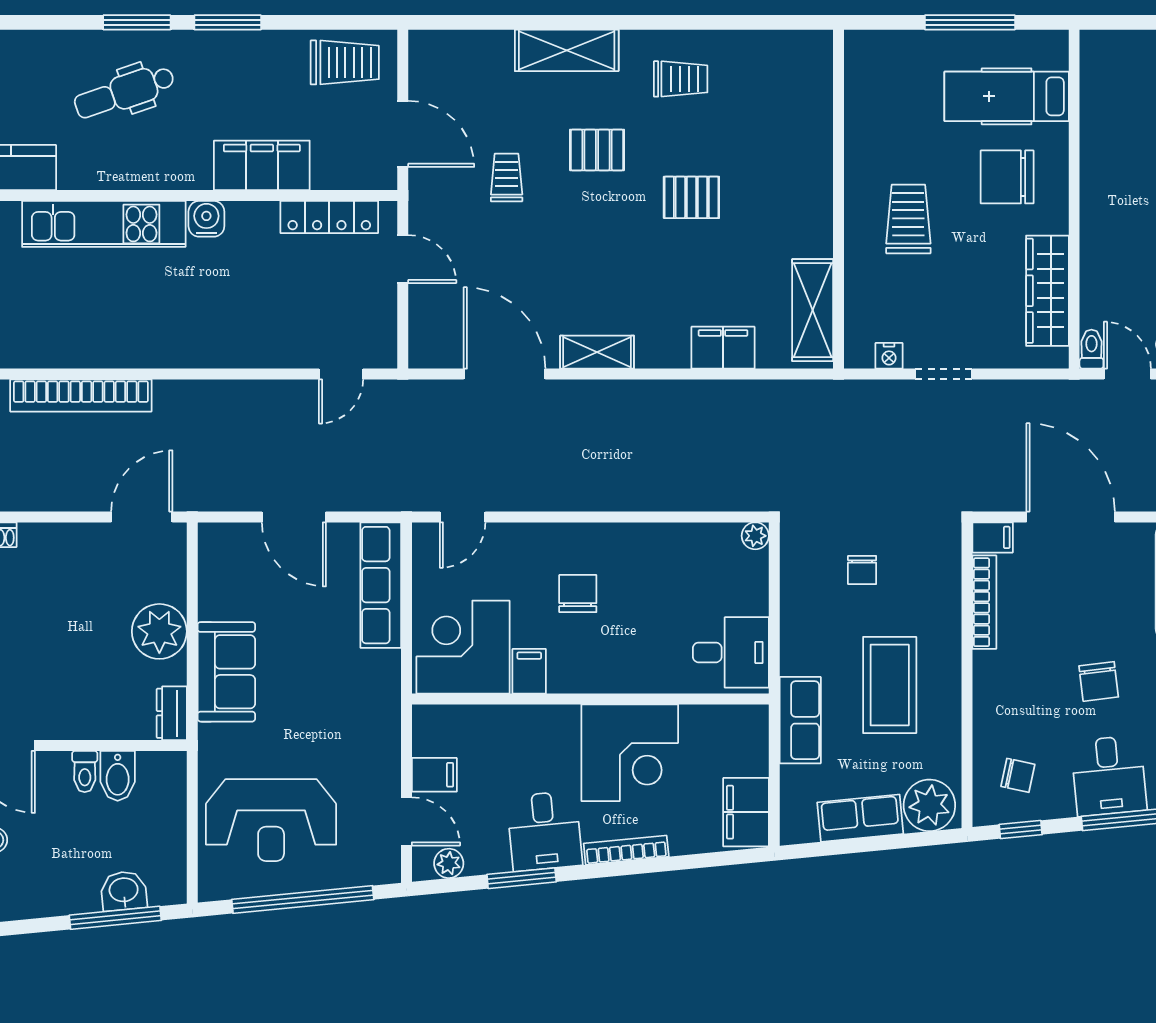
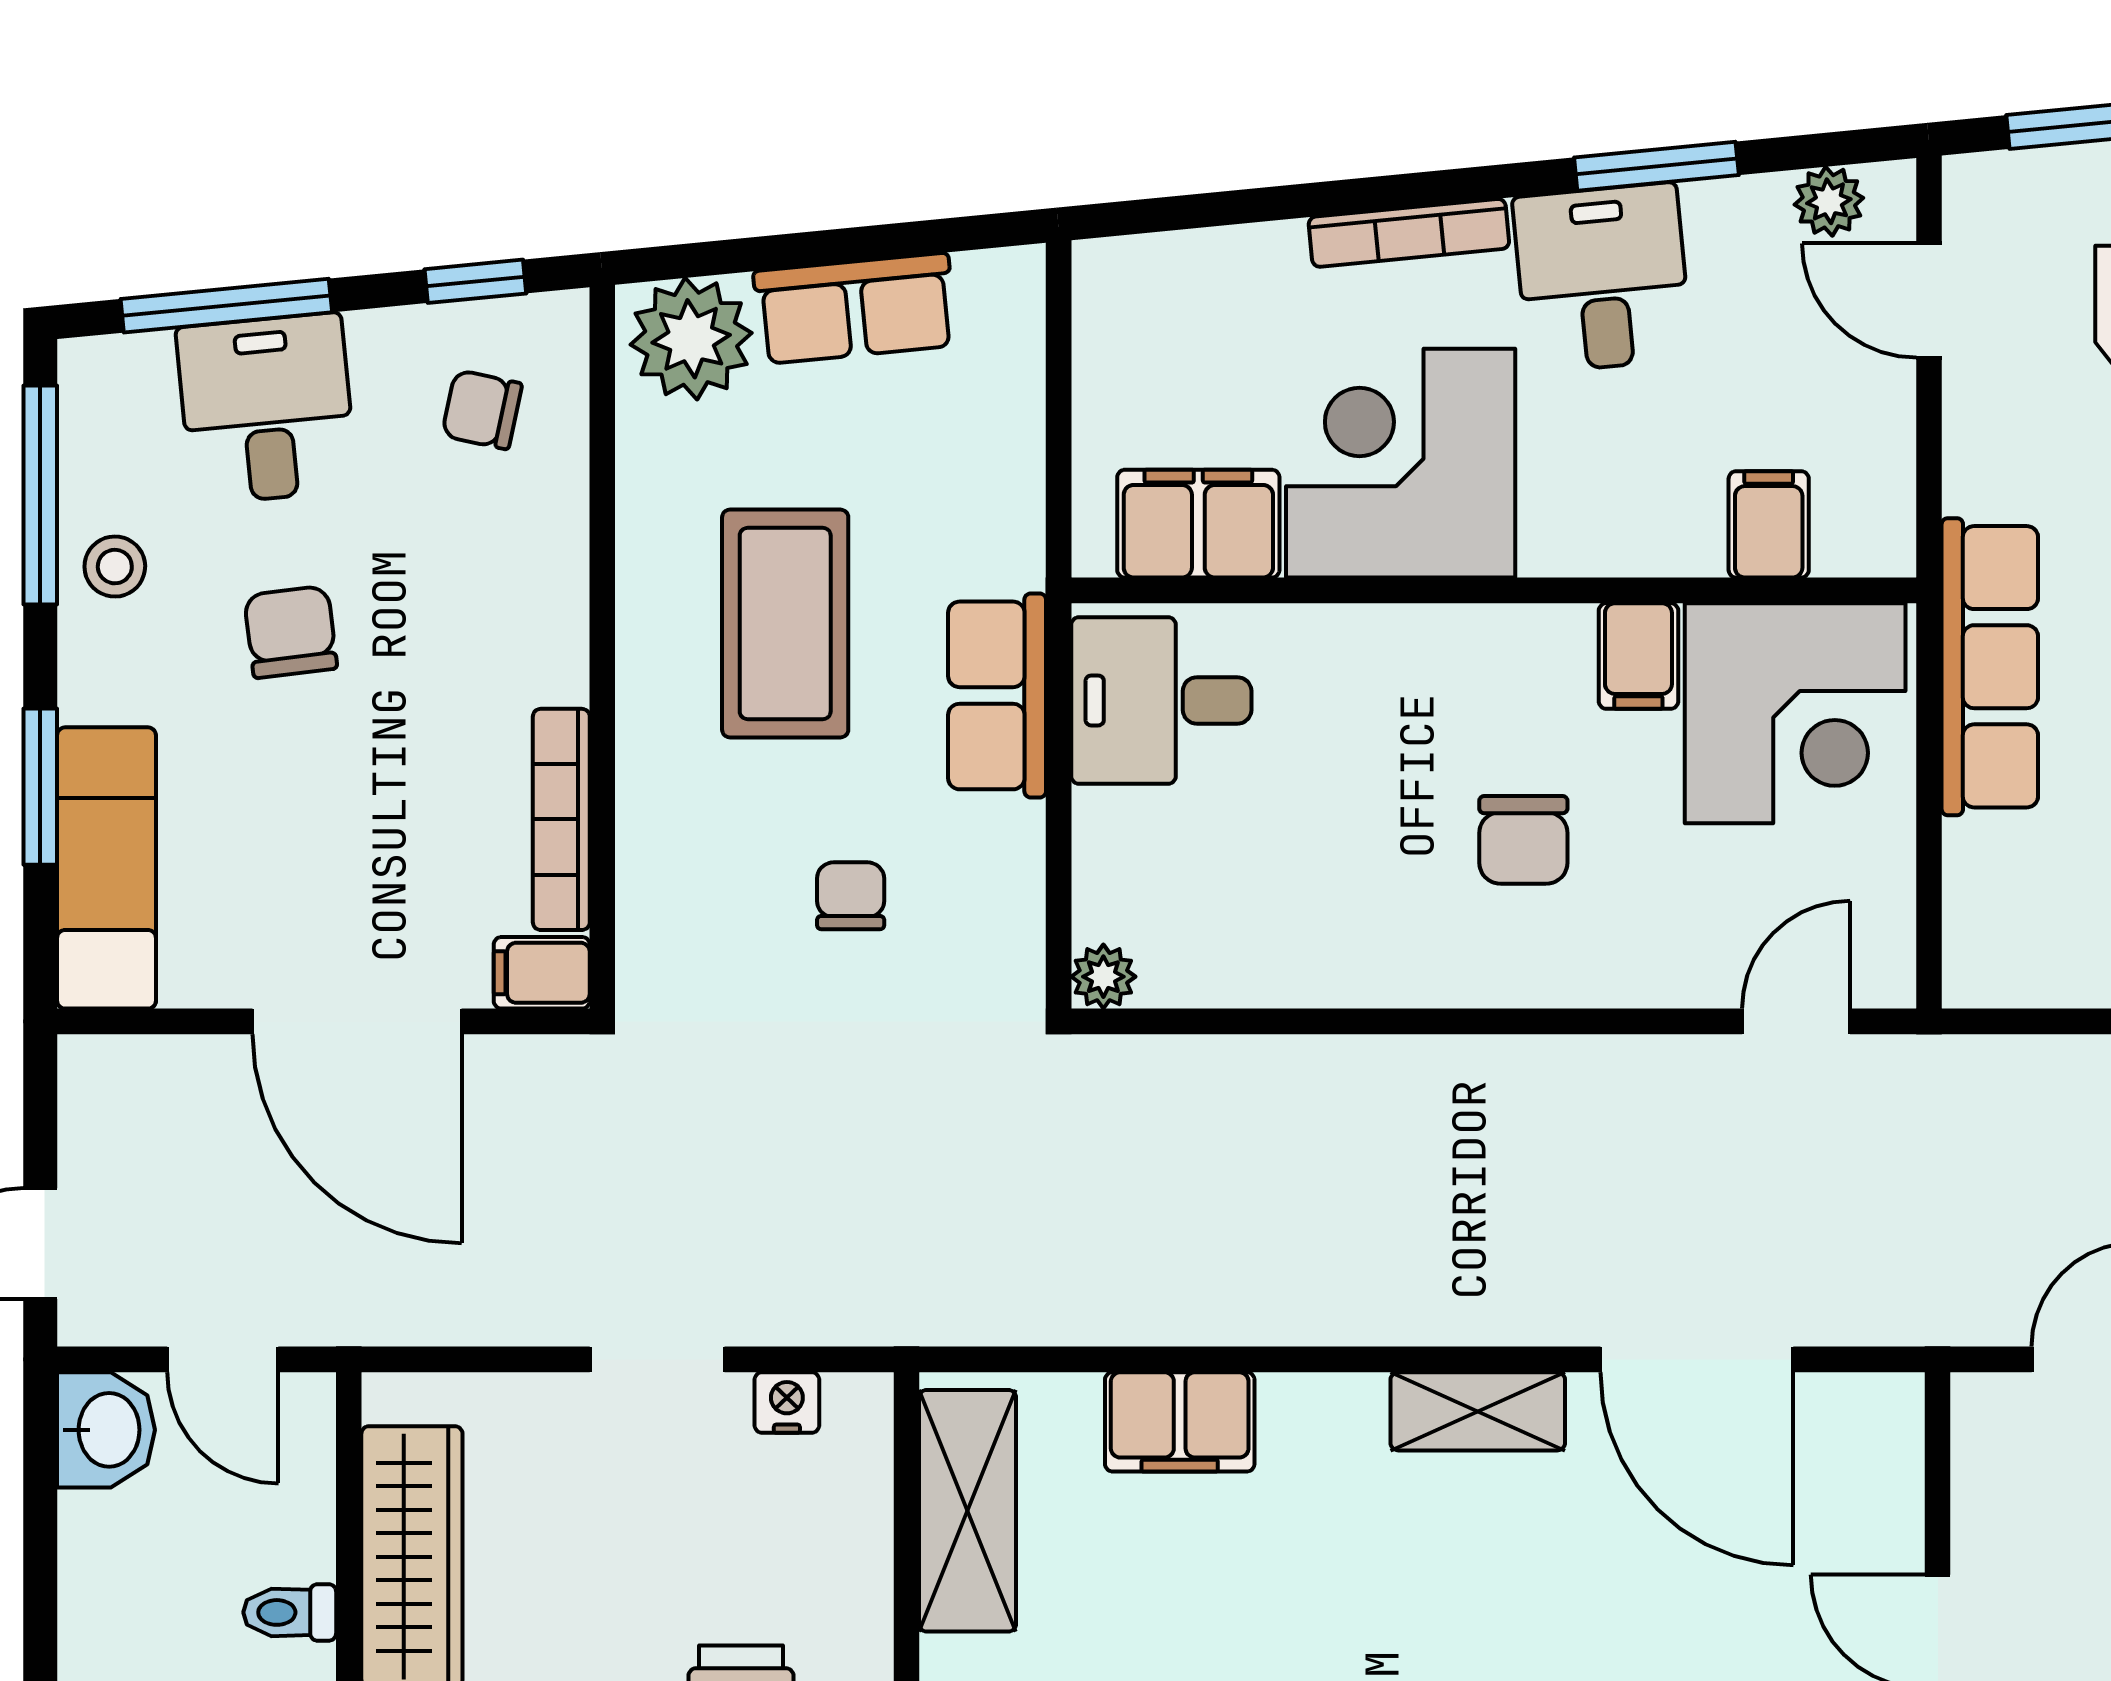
toilet: (1091, 349) -> (290, 1612), moved, turned 90
row of seats: (381, 585) -> (1990, 667), moved
row of seats: (800, 720) -> (997, 695), moved
filing cabinet: (434, 775) -> (1769, 524), moved, turned 90
filing cabinet: (746, 812) -> (1198, 524), moved, turned -90

